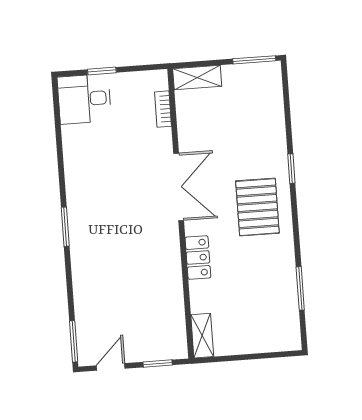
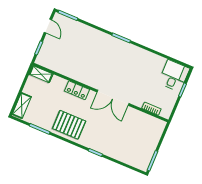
shelving: (197, 77) -> (22, 106), moved
pallet: (257, 207) -> (69, 125), moved

